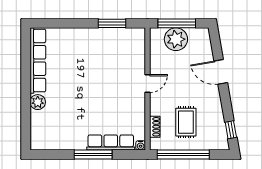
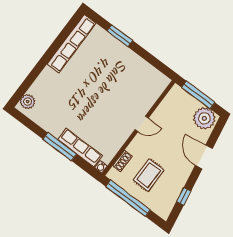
window: (112, 23) -> (120, 36), moved
plant: (176, 39) -> (204, 118), moved
plant: (38, 102) -> (28, 102), moved
window: (231, 130) -> (184, 196), moved

